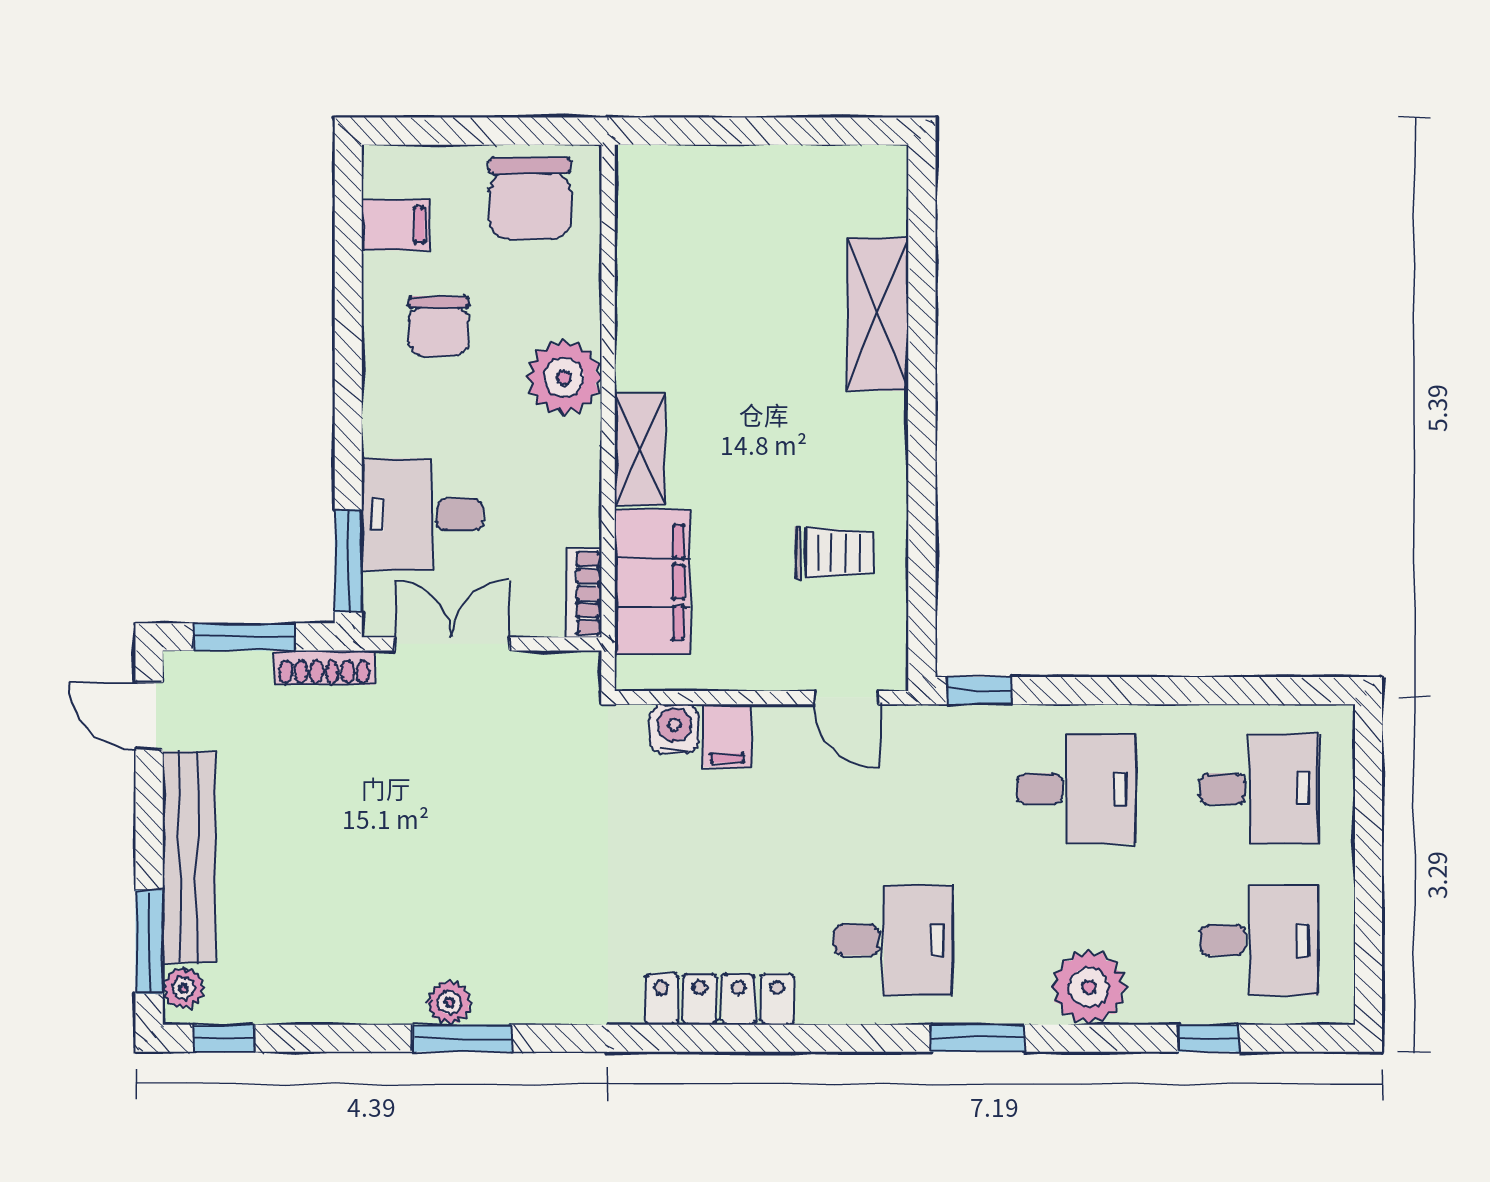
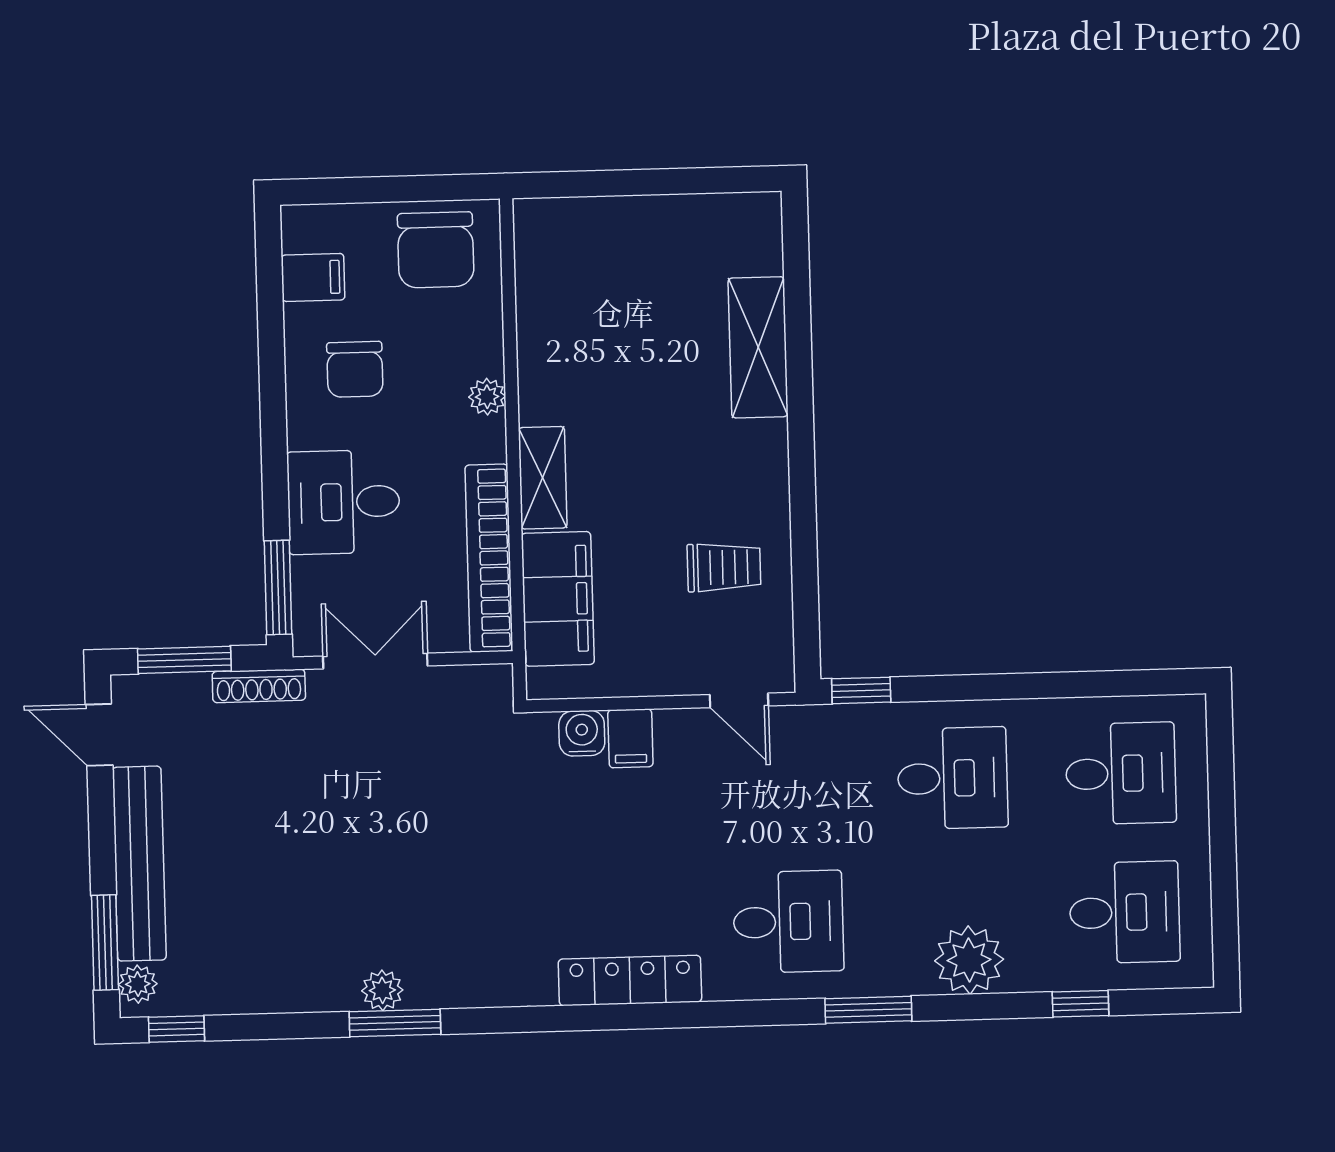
plant: (564, 377) -> (487, 397), width x0.53, depth x0.53
desk: (422, 514) -> (344, 502), moved
bookcase: (584, 593) -> (489, 558), width x2.31, depth x1.31

